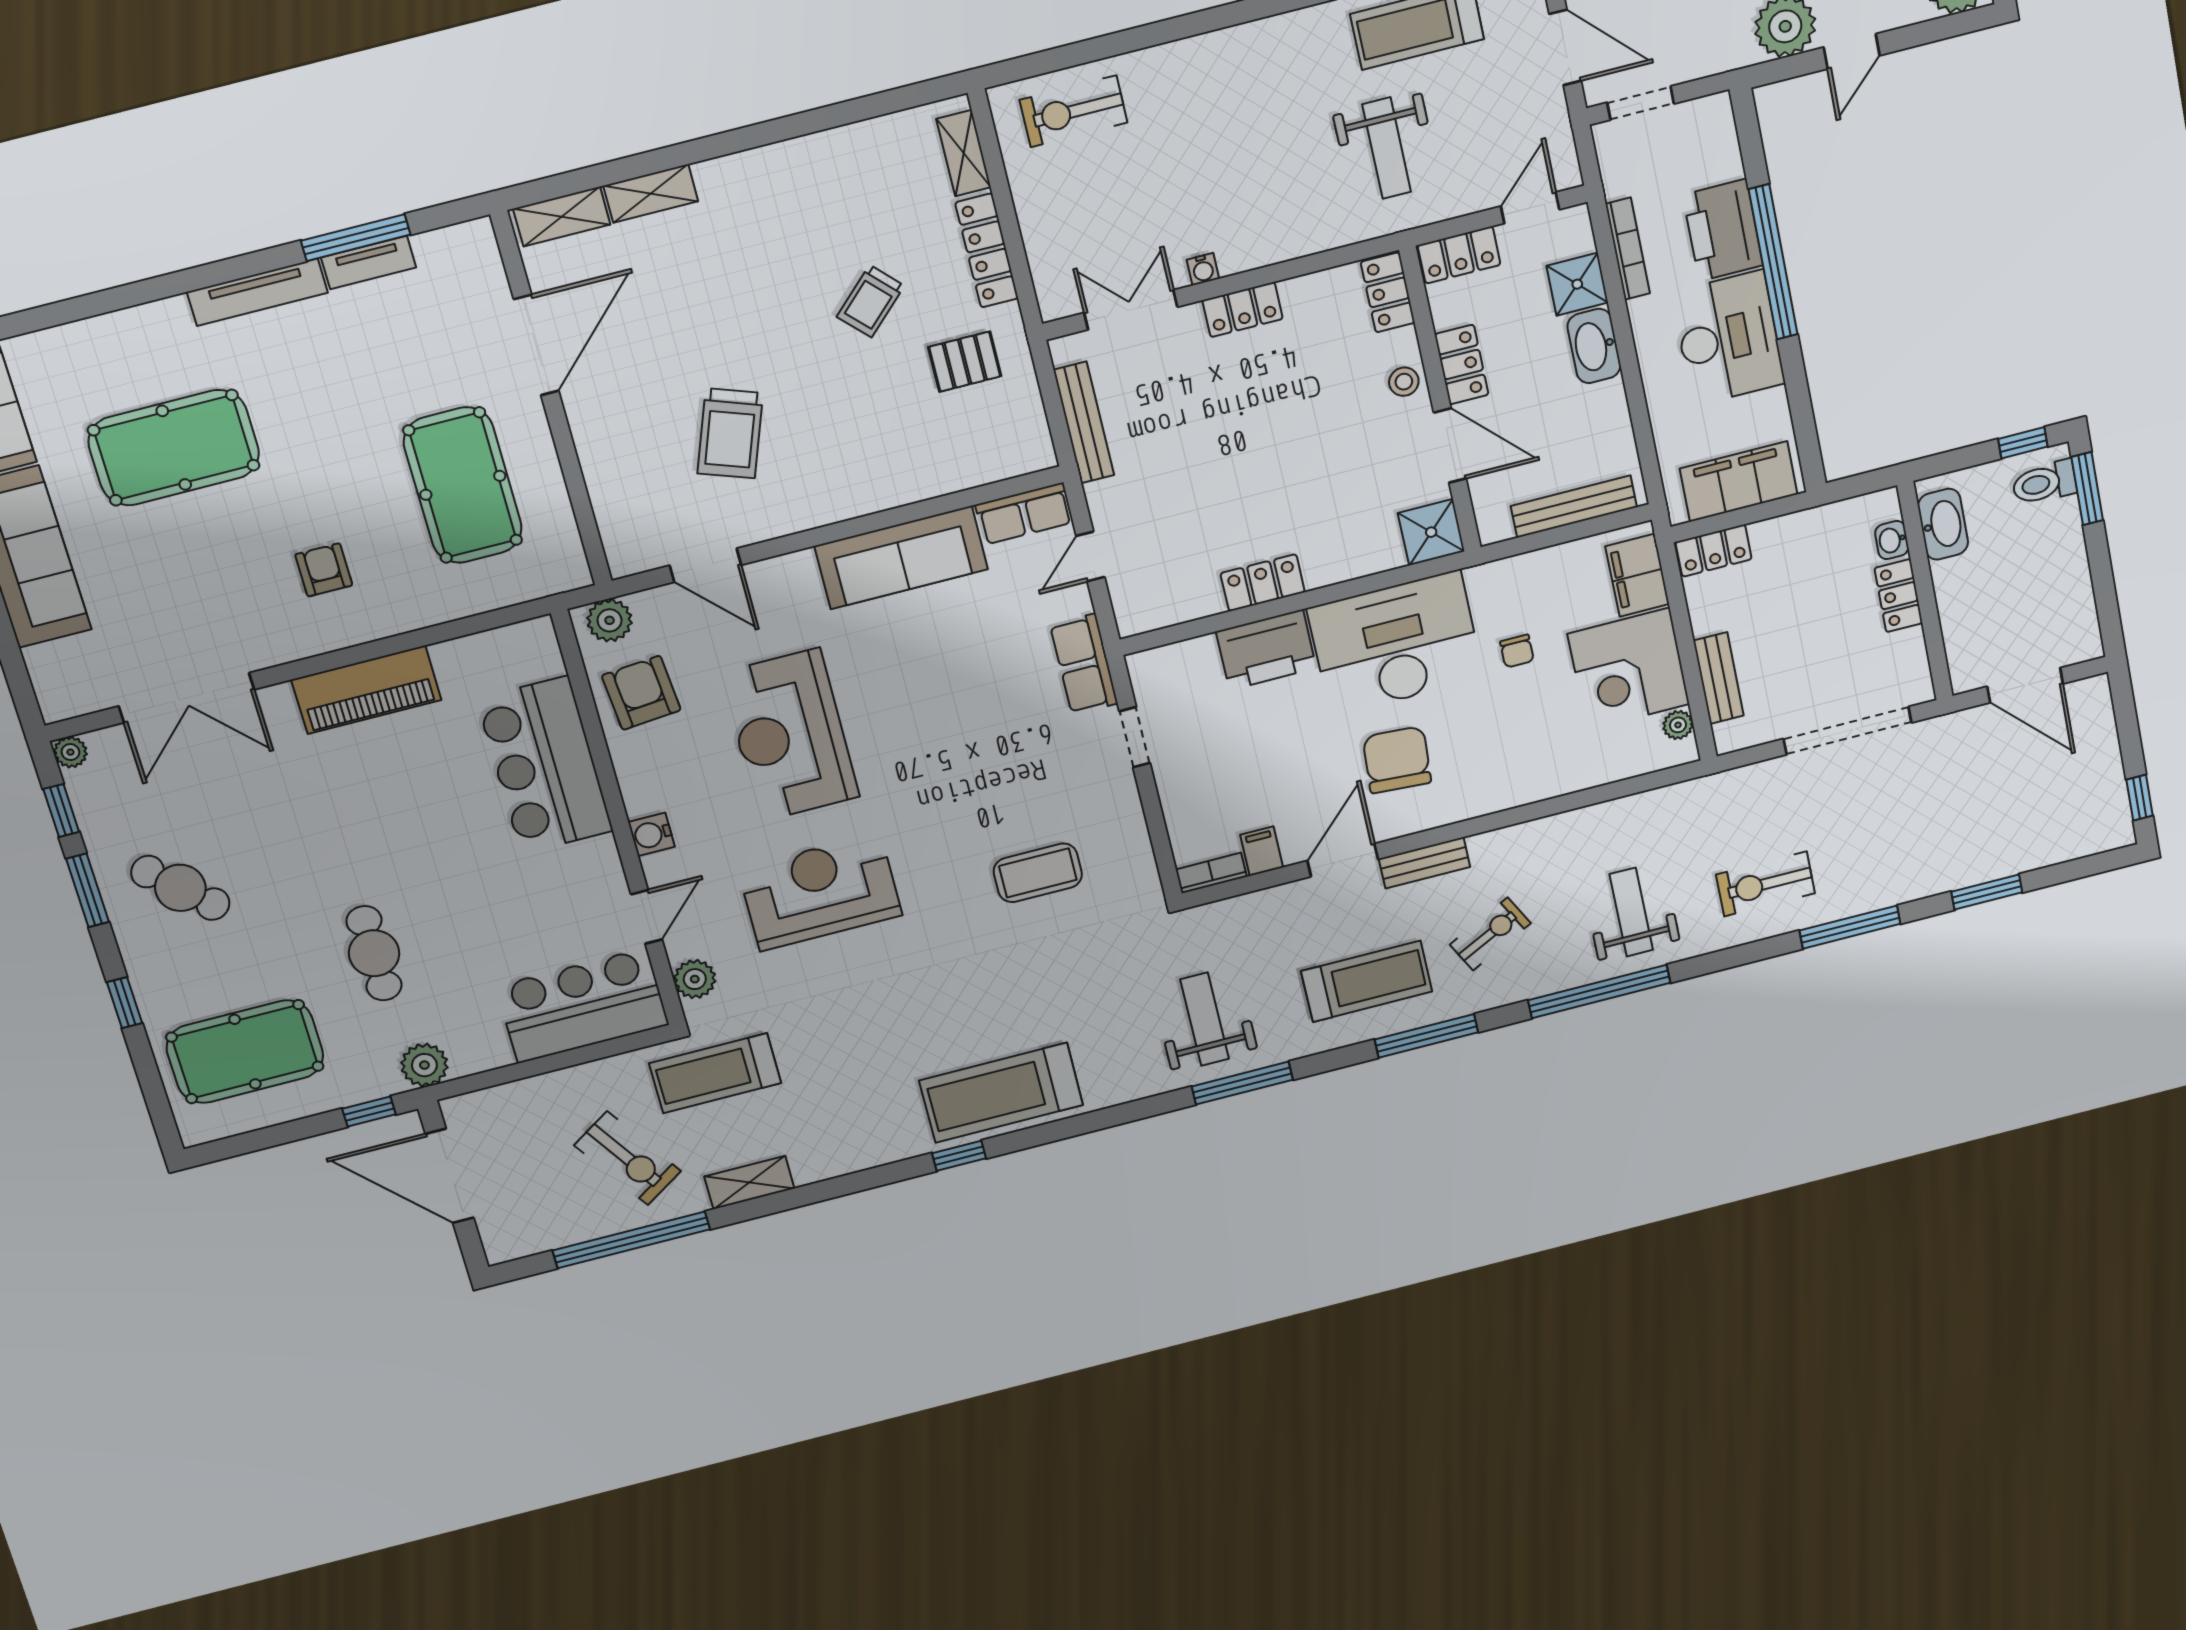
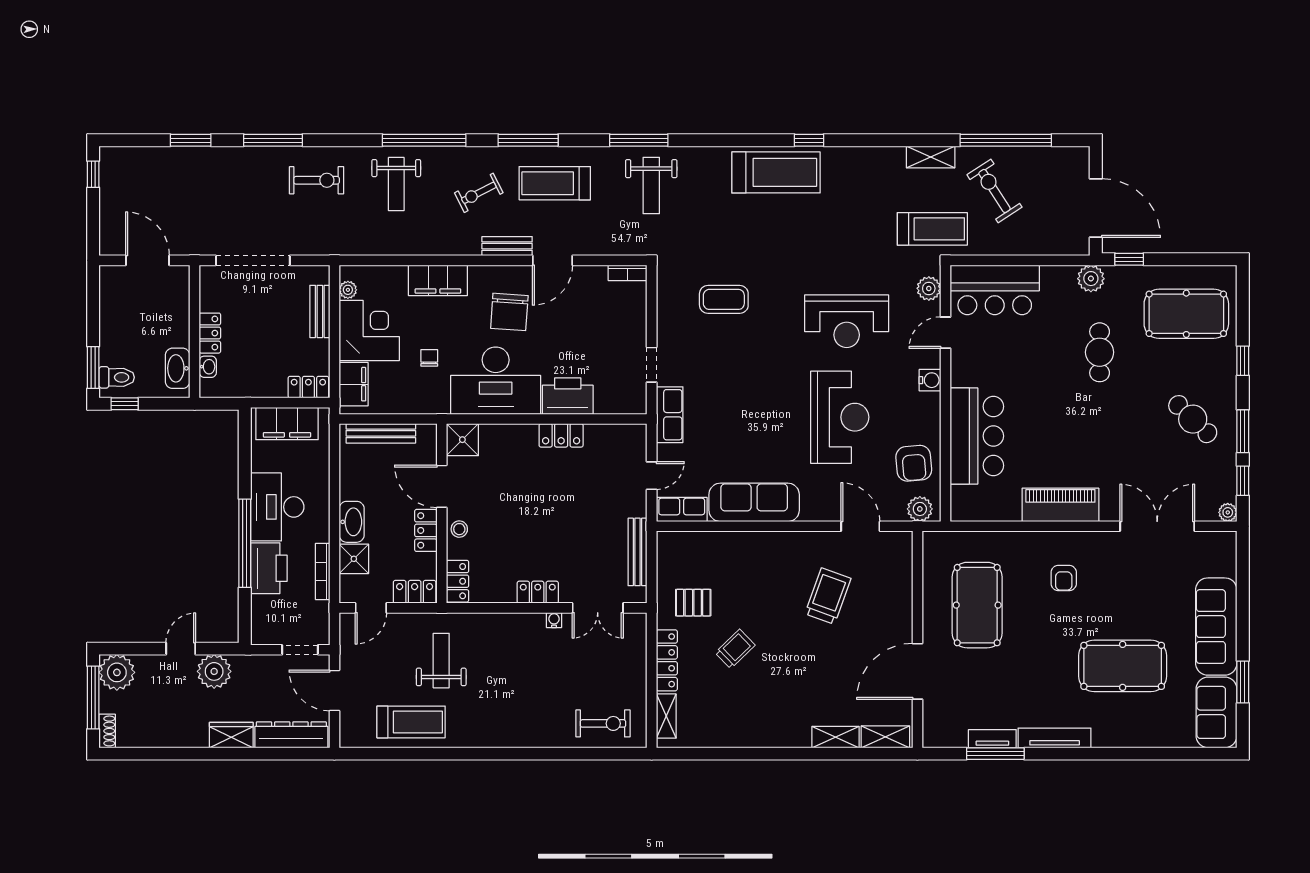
filing cabinet: (1262, 851) -> (438, 280), moved, width x3.00, depth x1.17

